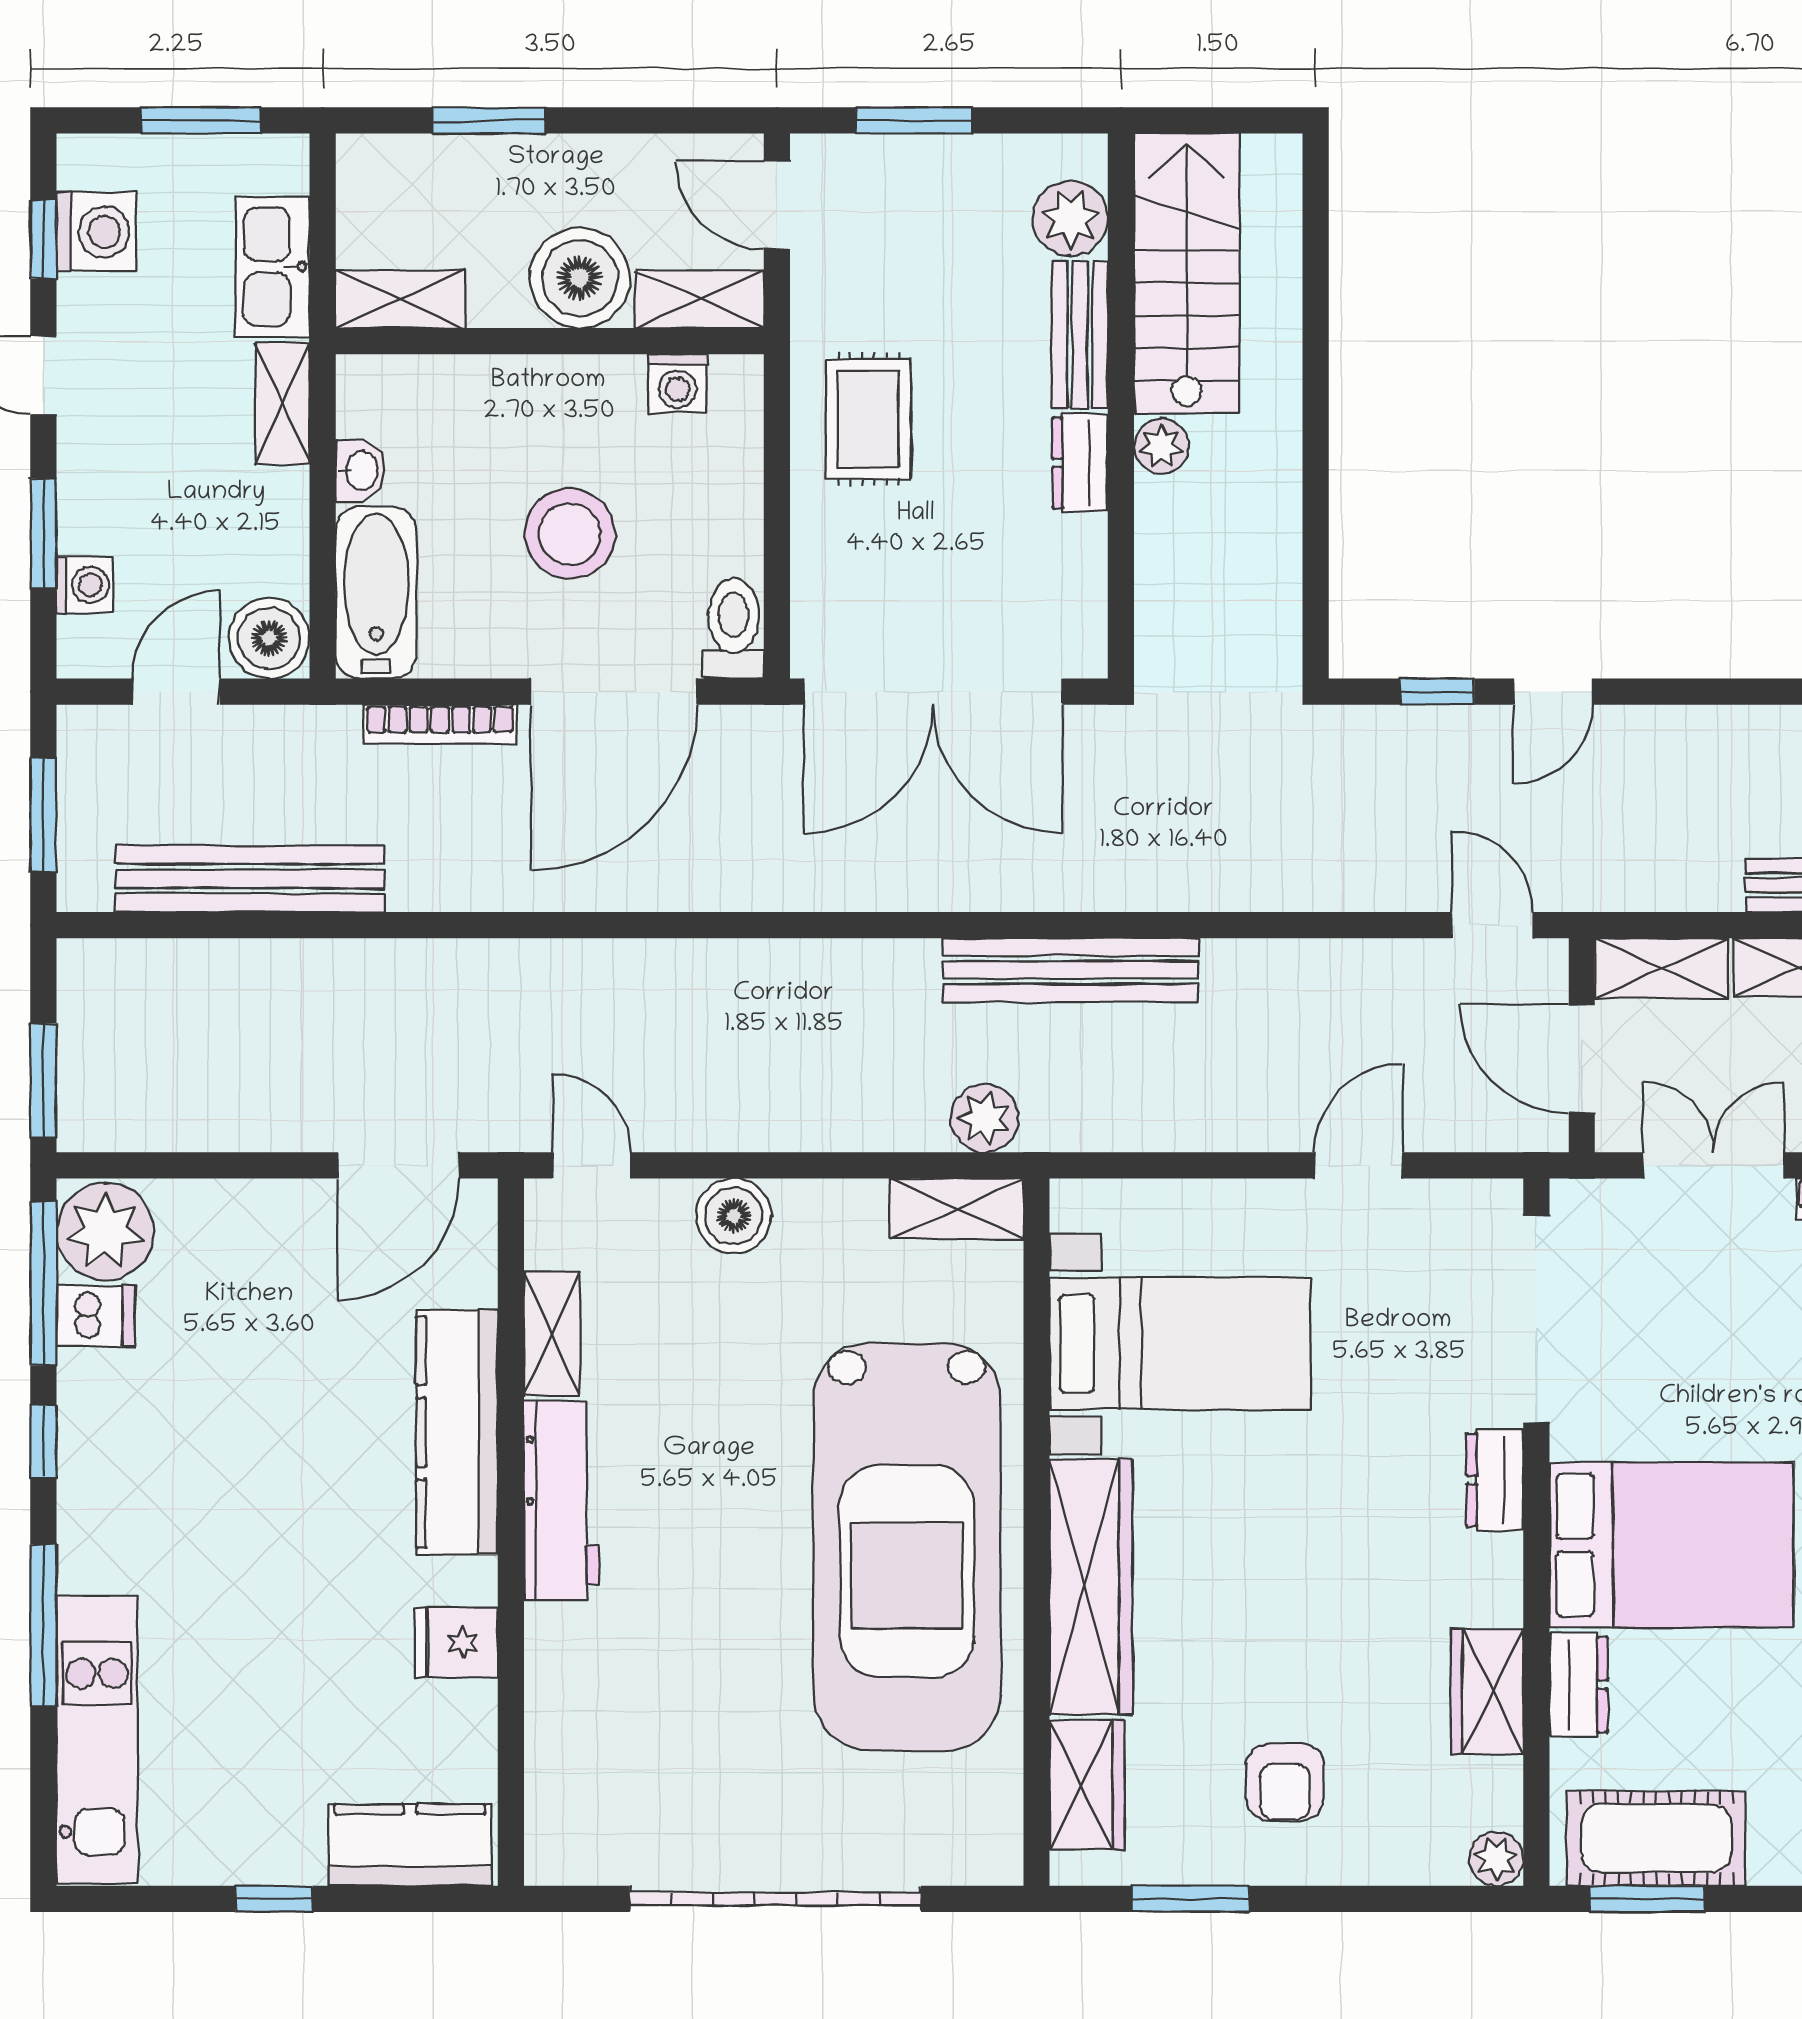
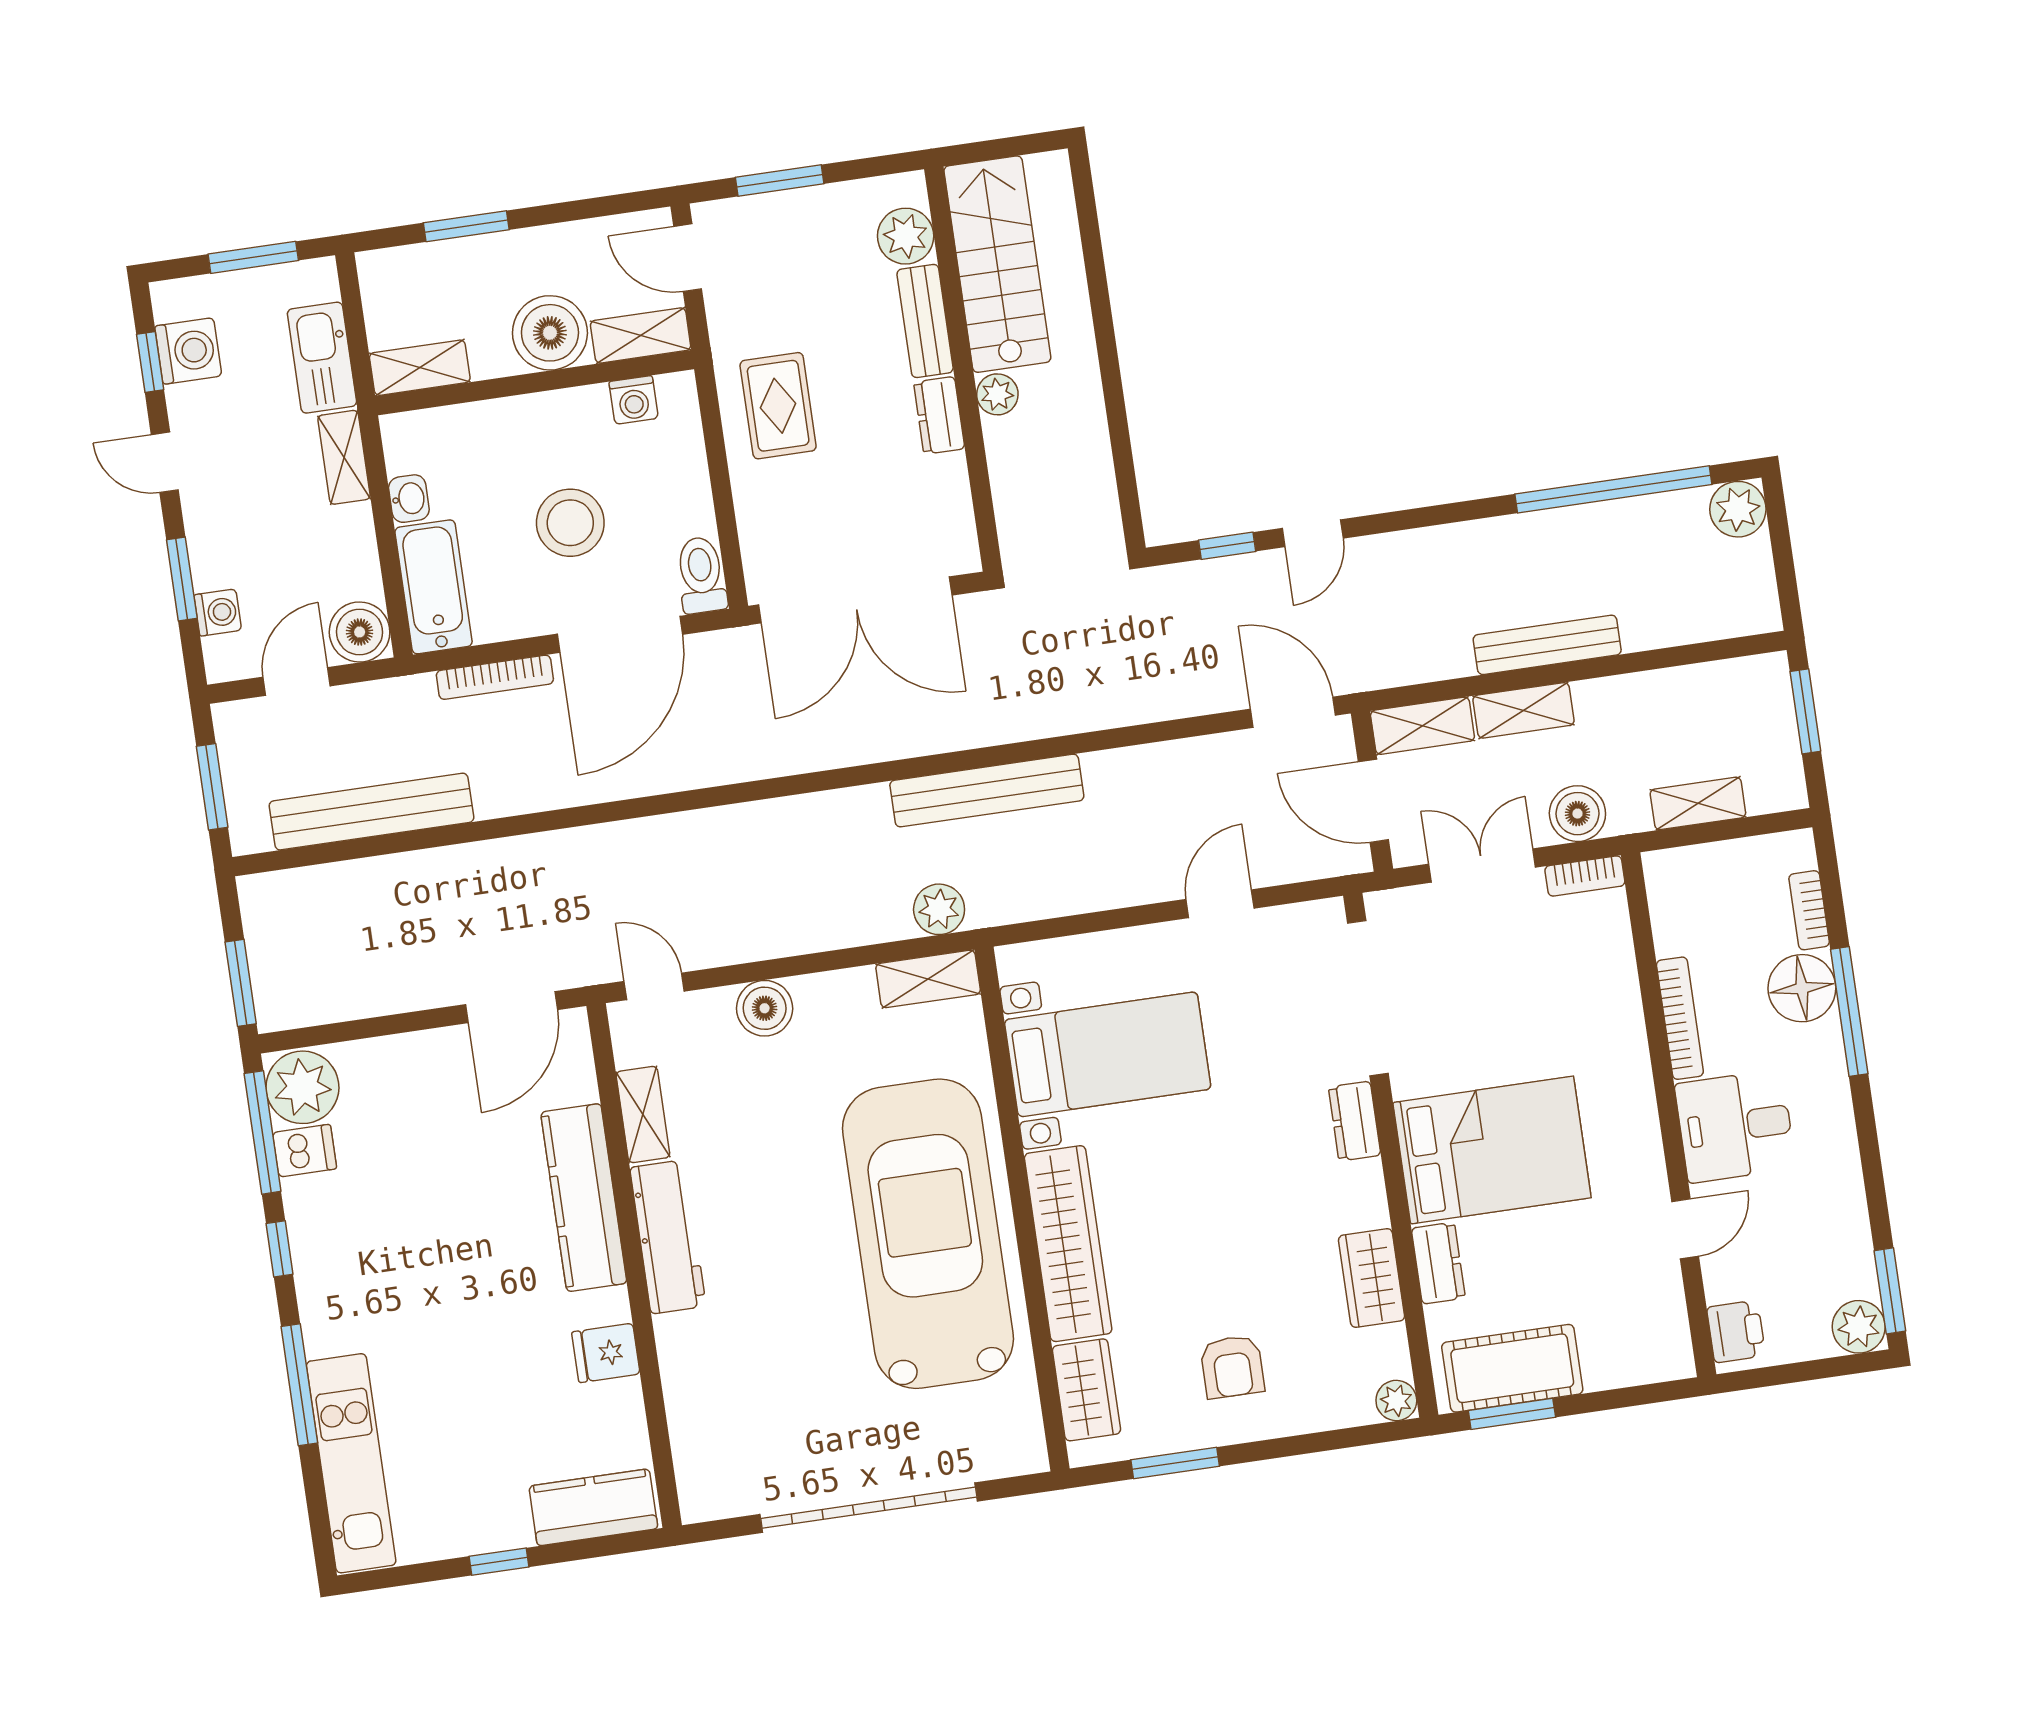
door: (1492, 925) -> (1293, 712), width x1.38
car: (907, 1547) -> (928, 1234), turned 180

